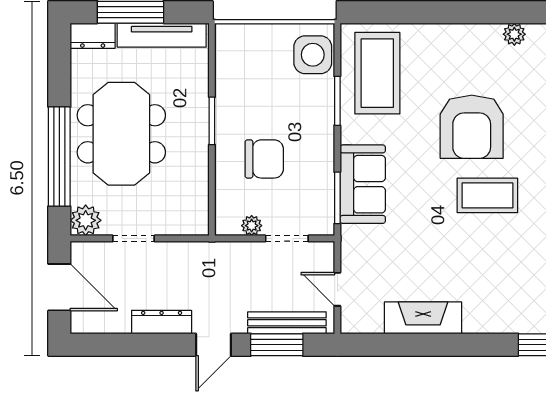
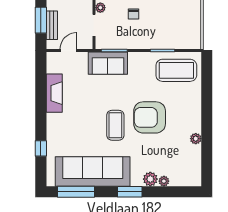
side table: (313, 55) -> (186, 38), removed
chair: (264, 159) -> (134, 14), width x0.54, depth x0.54
sofa: (363, 184) -> (108, 63), moved
bench: (287, 323) -> (52, 25), width x0.73

